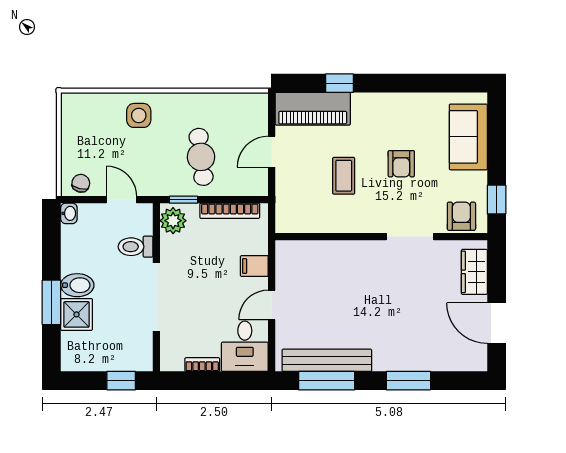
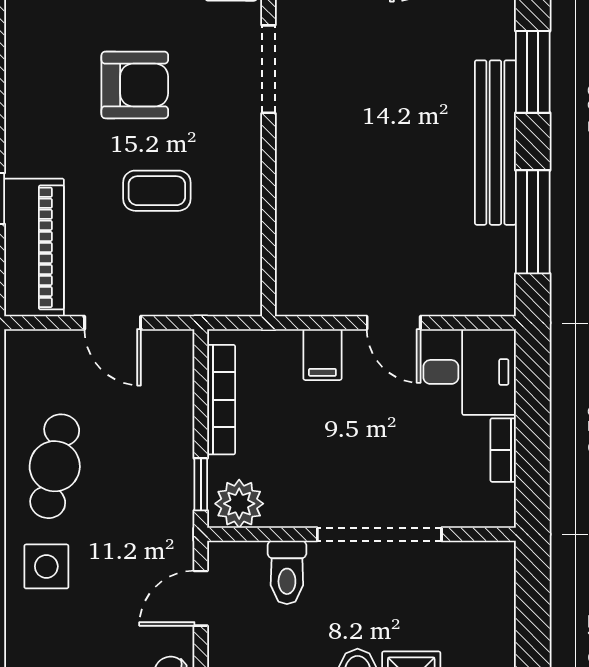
cafe table: (201, 157) -> (55, 466), moved, turned -72
armchair: (401, 164) -> (135, 85), width x1.38, depth x1.38
bench: (327, 360) -> (495, 143), moved
window: (121, 381) -> (533, 599), removed

